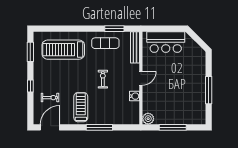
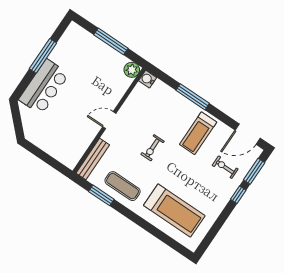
bar counter: (166, 42) -> (44, 87), moved, turned 90
window: (30, 52) -> (254, 171), moved
water cooler: (135, 96) -> (148, 79), moved

